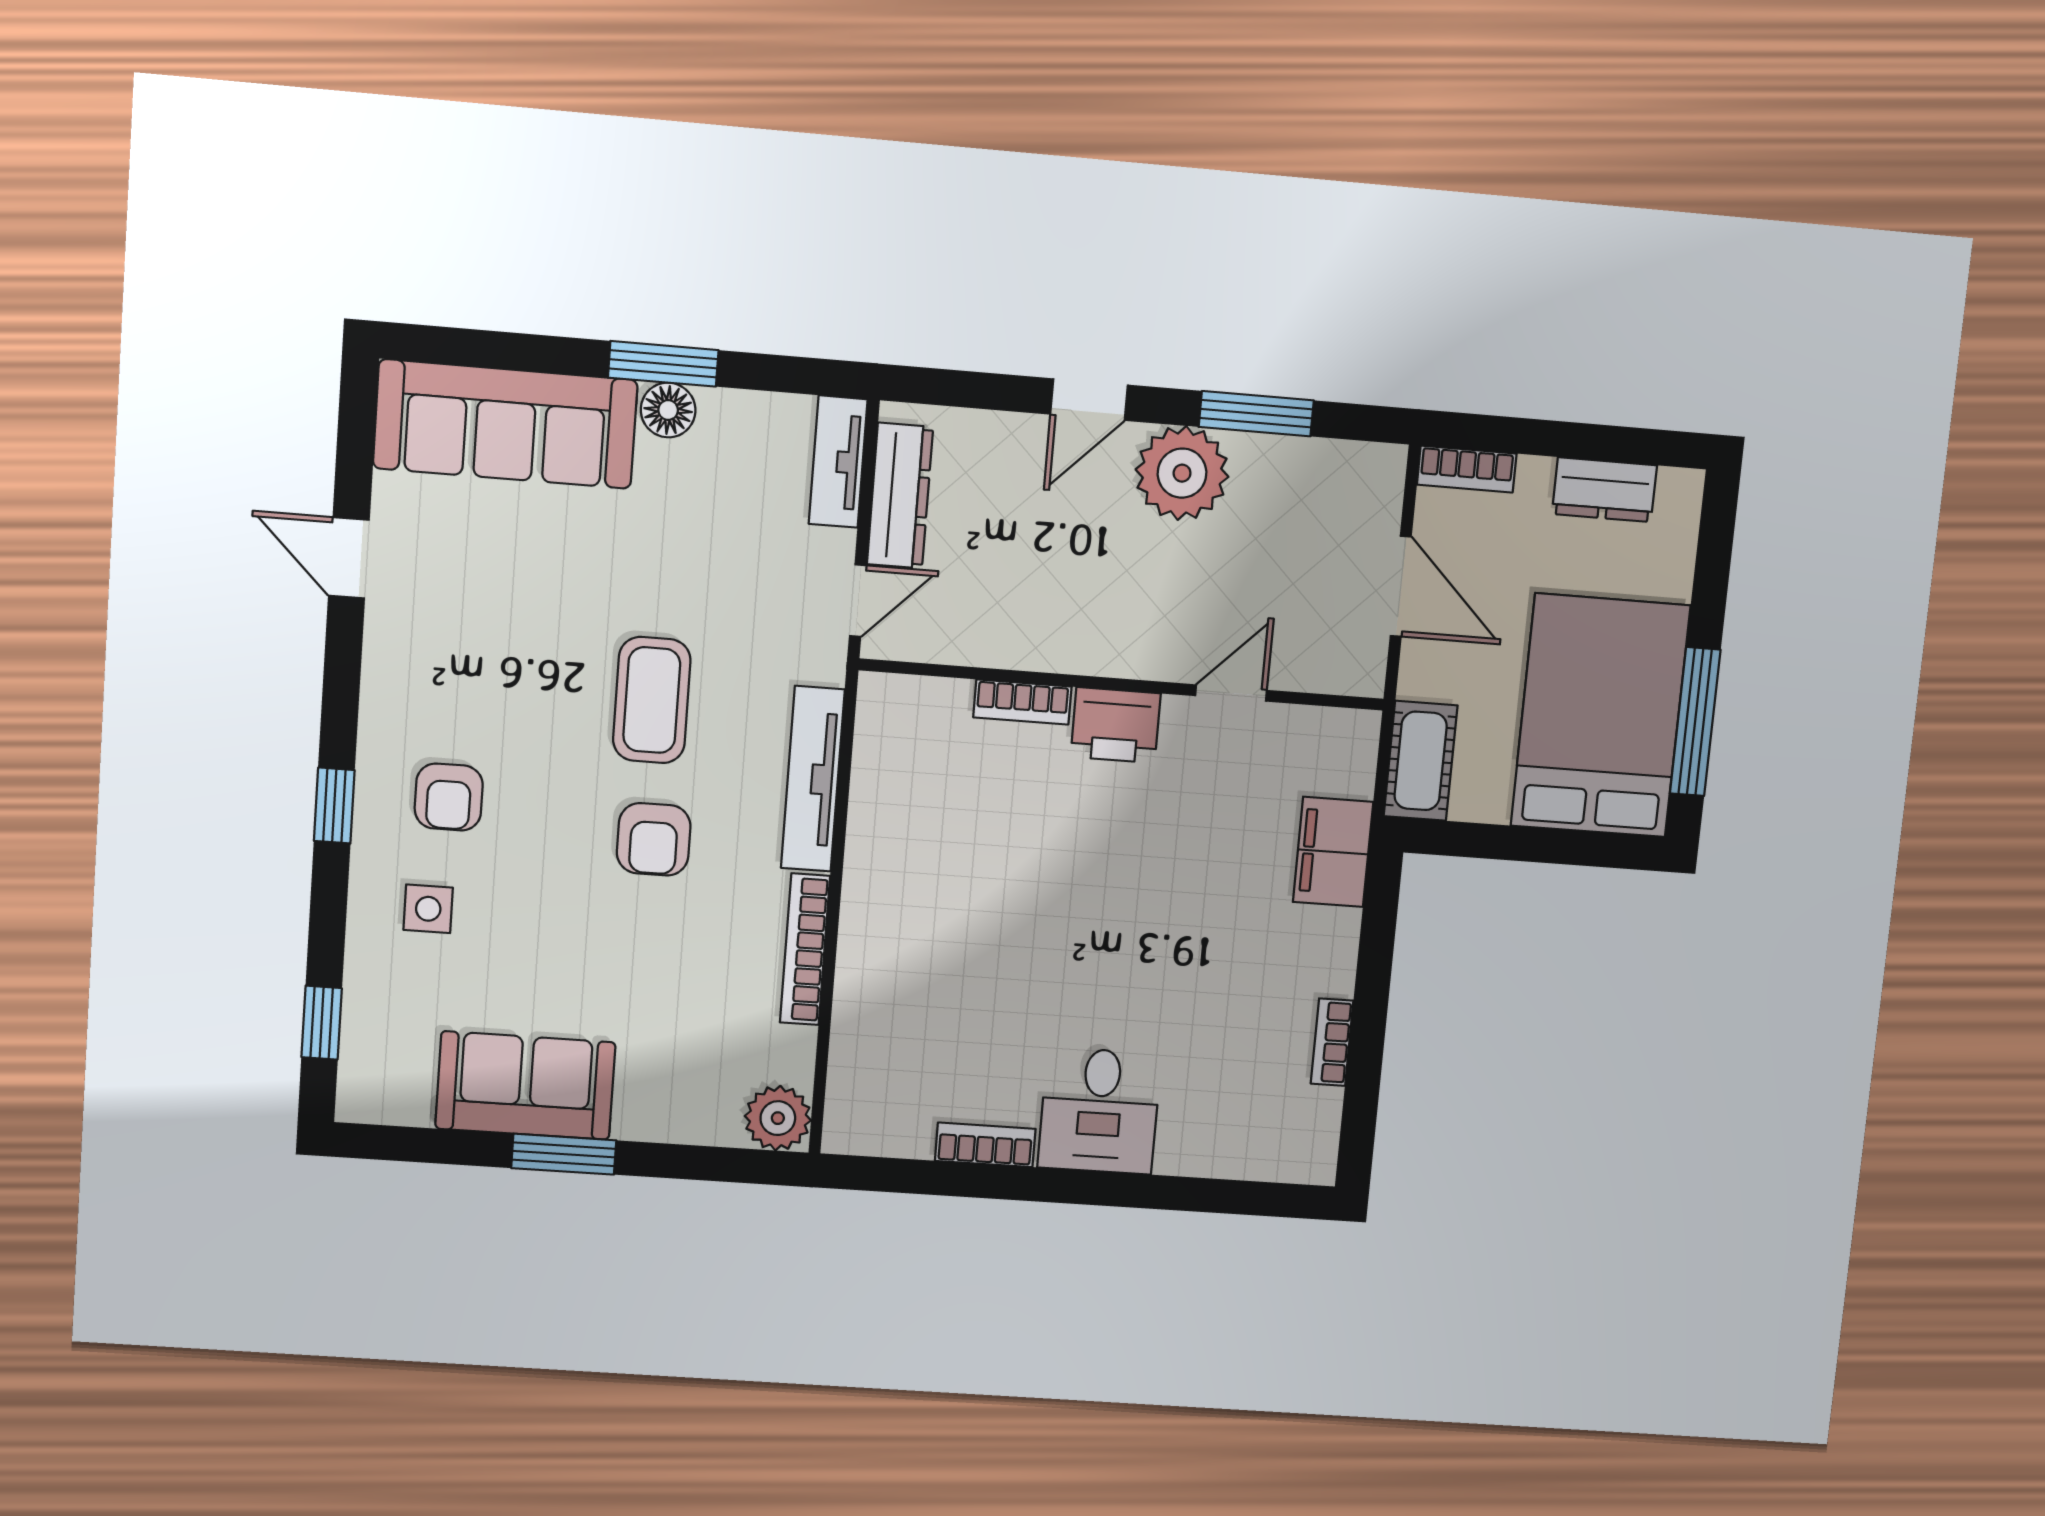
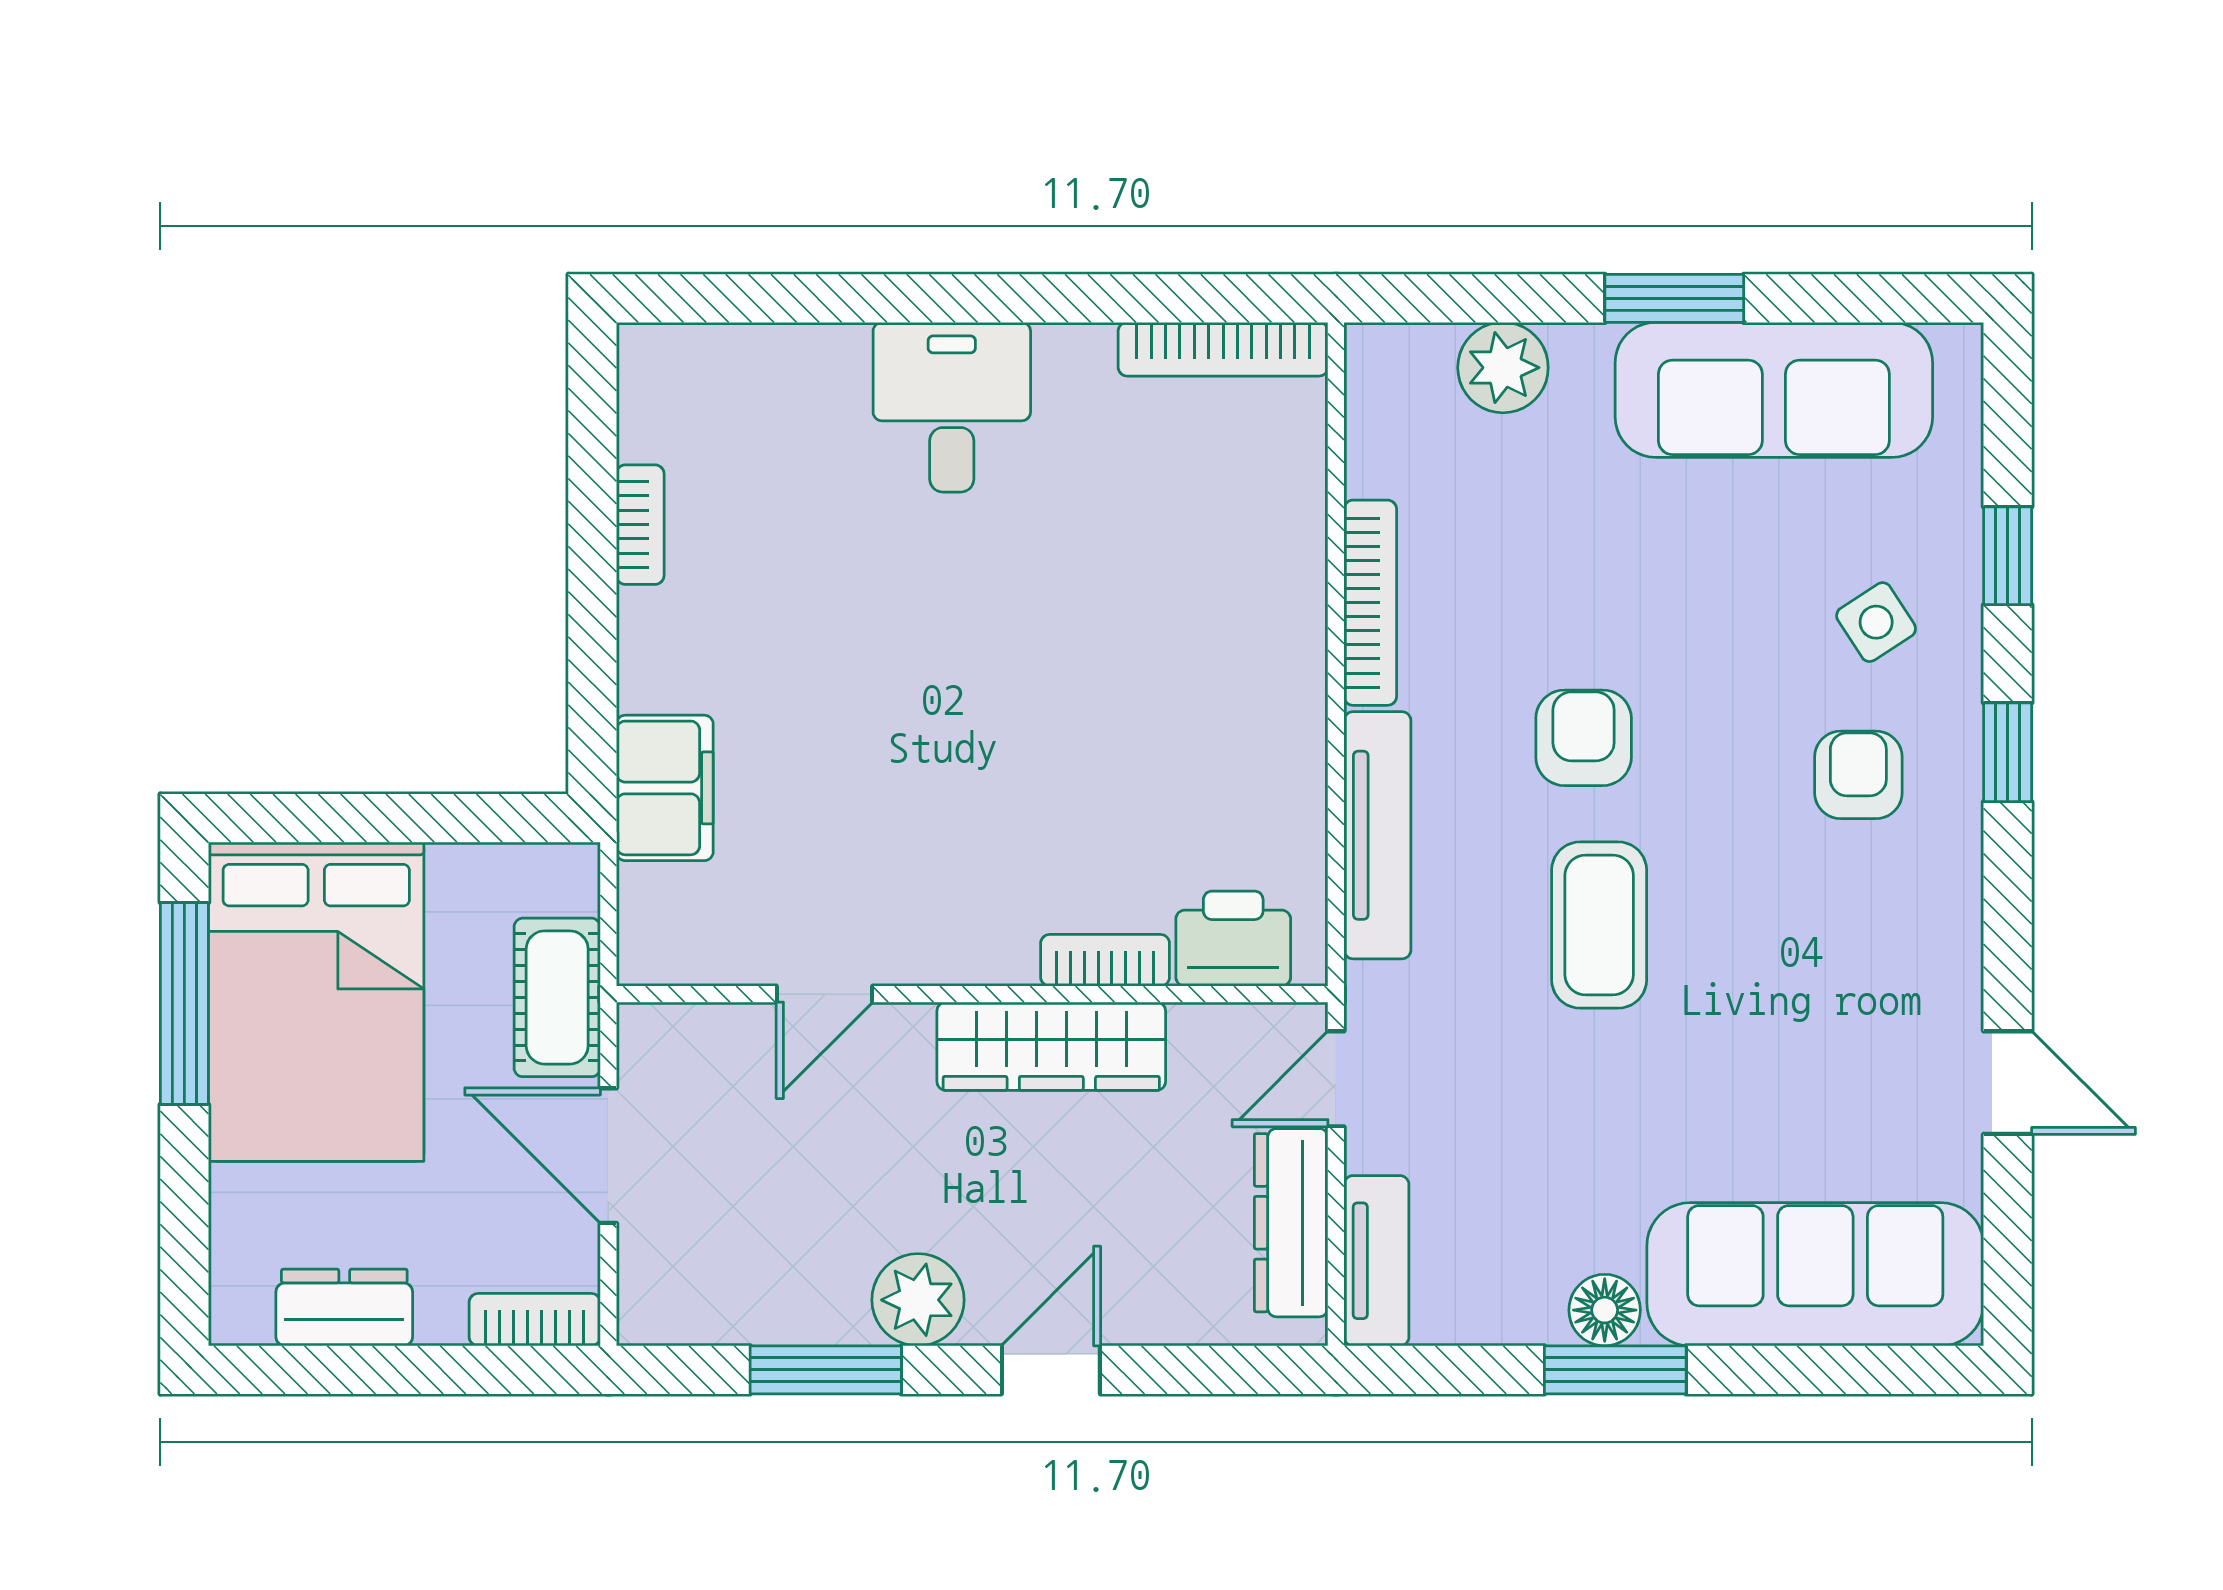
plant: (1182, 473) -> (918, 1300), width x0.73, depth x0.73
wardrobe: (1068, 642) -> (1051, 1046), added
printer: (1116, 725) -> (1233, 939), moved
cot: (1421, 761) -> (557, 997), moved
side table: (428, 909) -> (1876, 622), turned -33
window: (322, 1023) -> (2008, 556), moved
sofa: (525, 1085) -> (1774, 390), width x1.36
plant: (778, 1118) -> (1503, 368), moved
bookcase: (985, 1145) -> (1223, 349), moved, width x1.56

